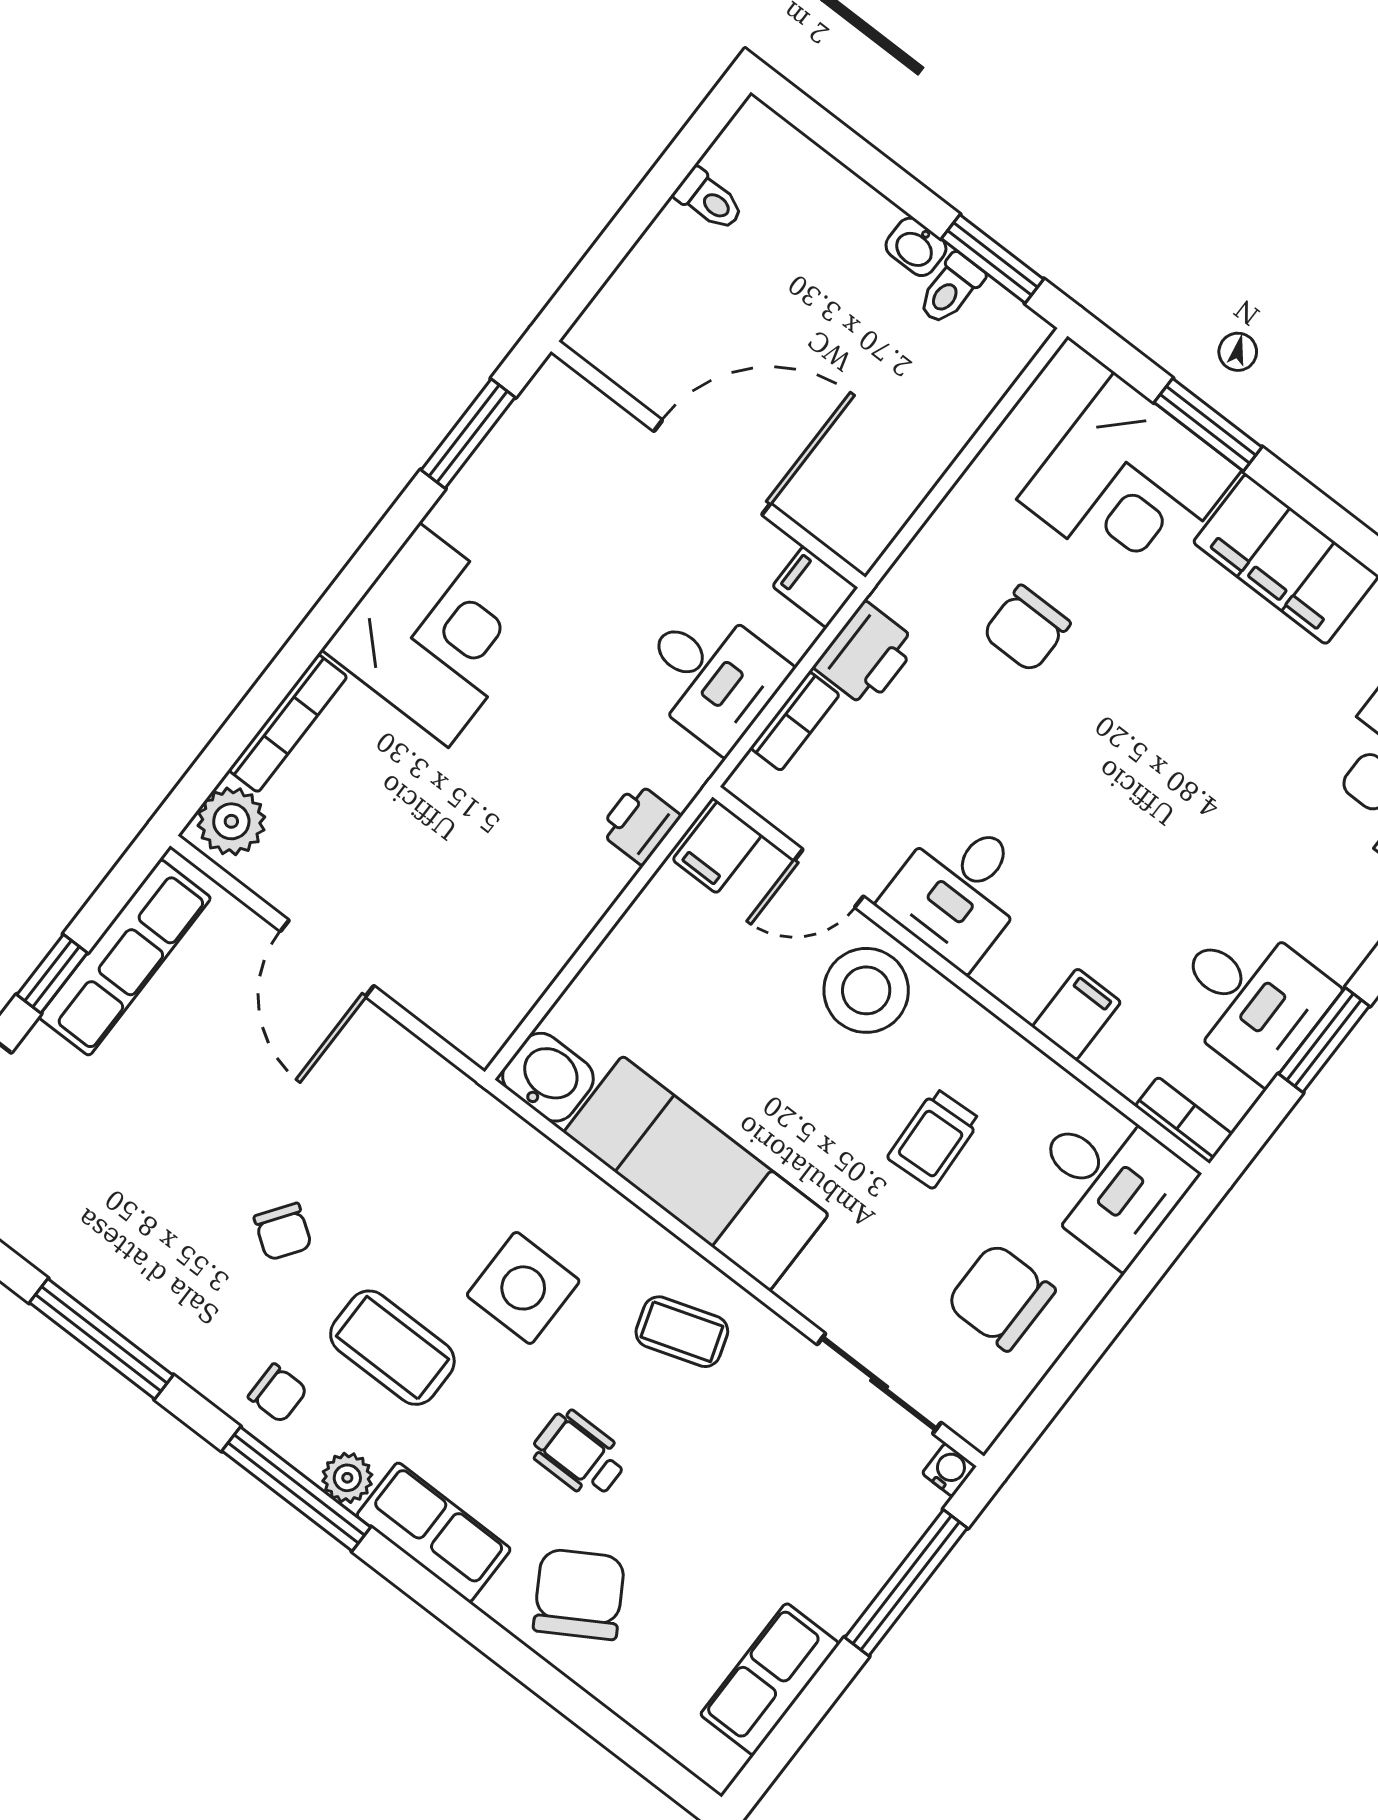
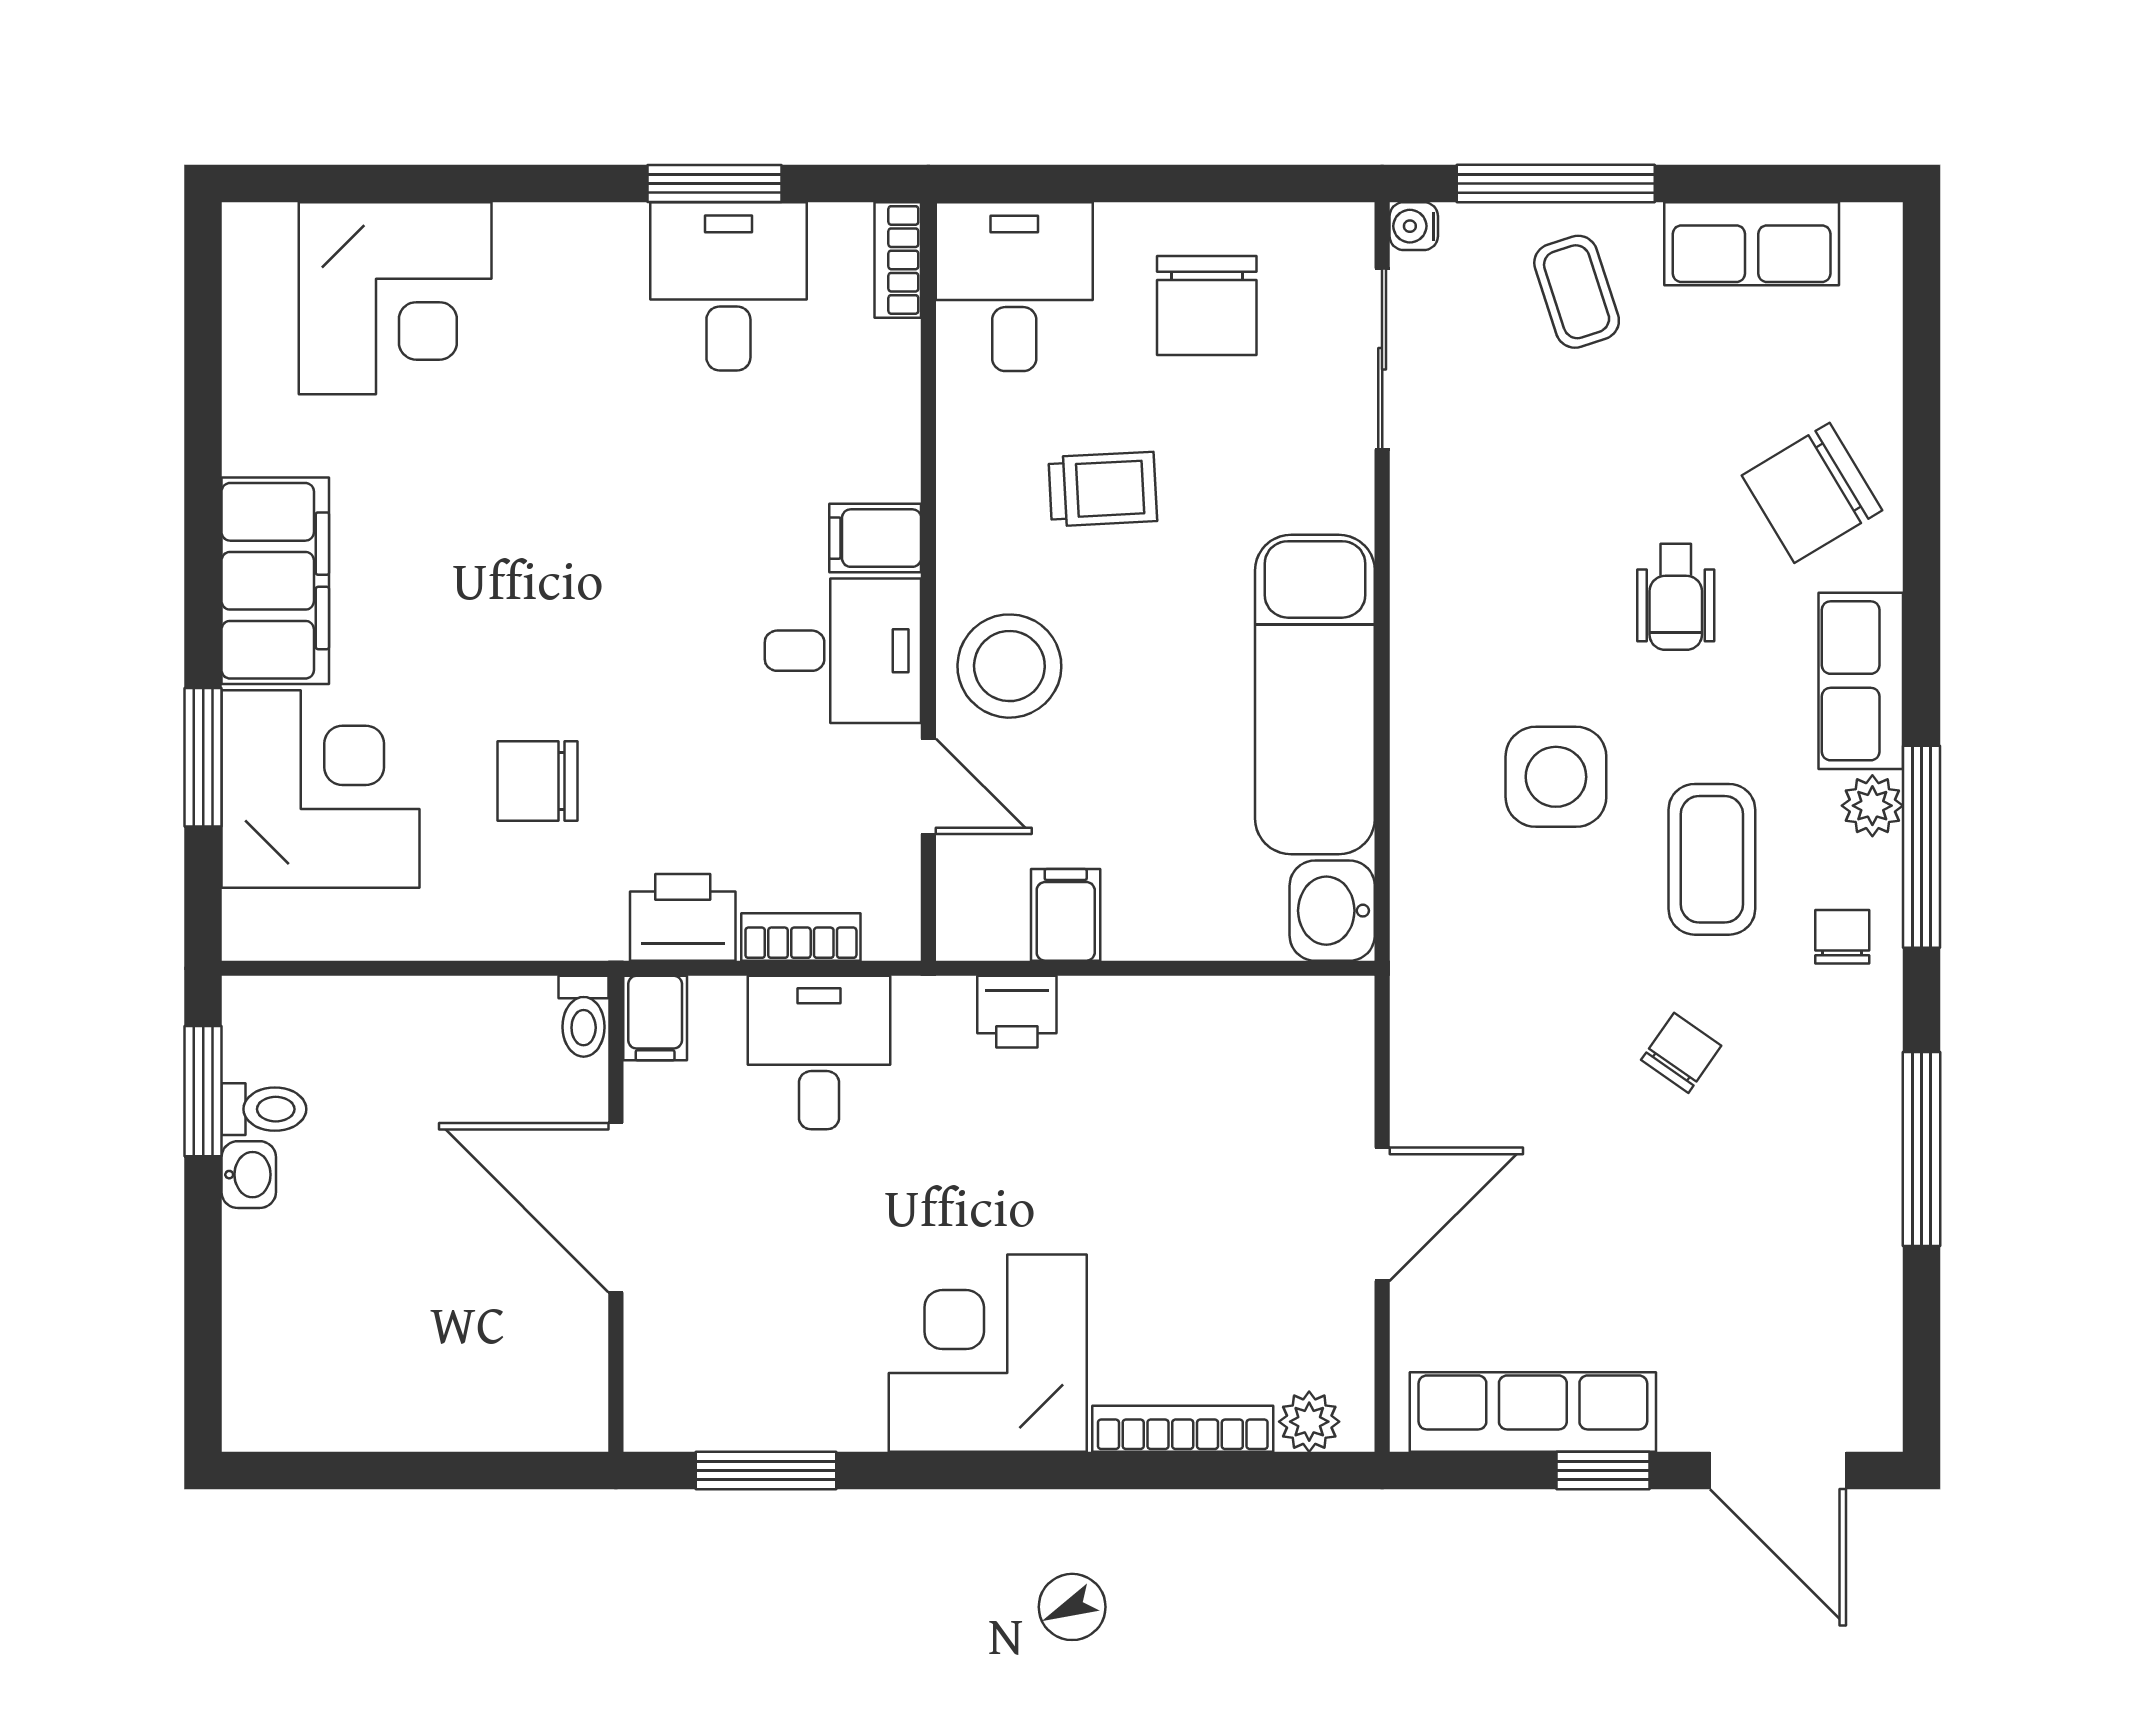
toilet: (709, 200) -> (584, 1016), moved, turned 180
chair: (1026, 629) -> (538, 781), turned 180
plant: (231, 821) -> (1309, 1422), width x0.73, depth x0.73
filing cabinet: (717, 847) -> (1066, 915), moved, turned -90
filing cabinet: (1076, 1014) -> (875, 538), moved
coffee table: (682, 1332) -> (1577, 292), moved

